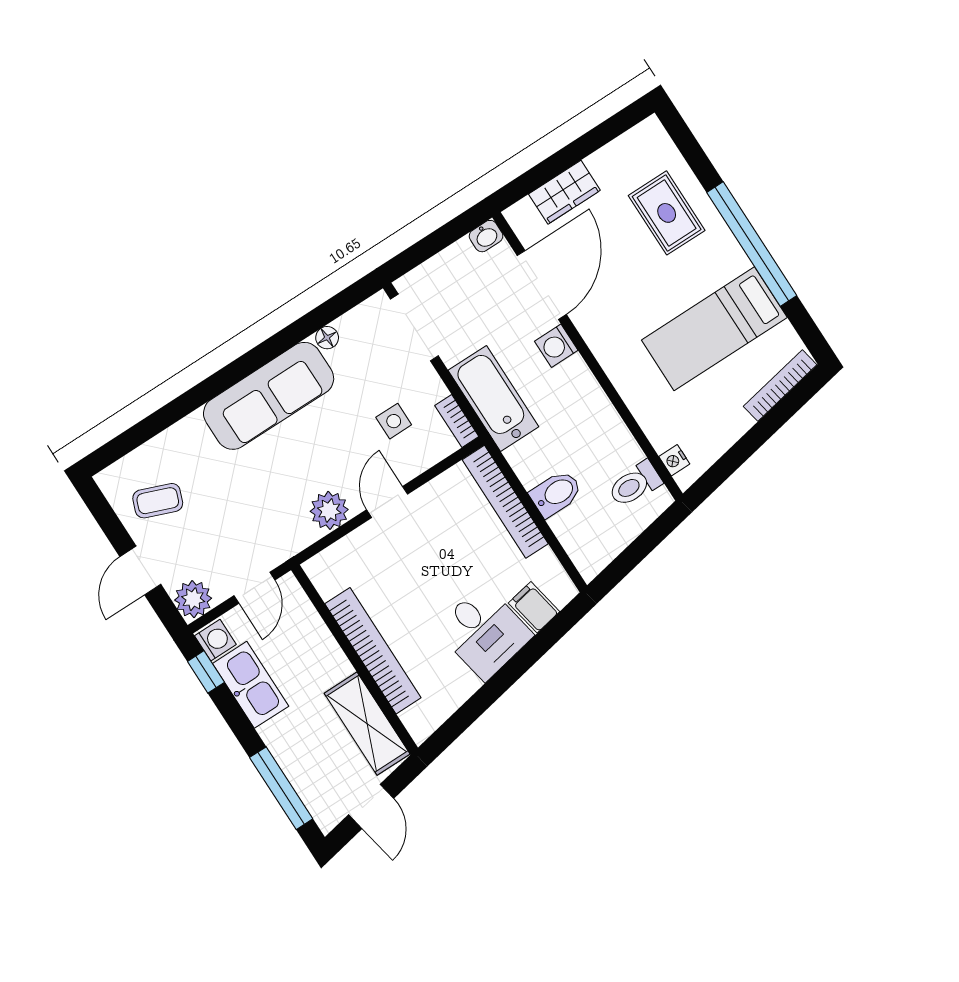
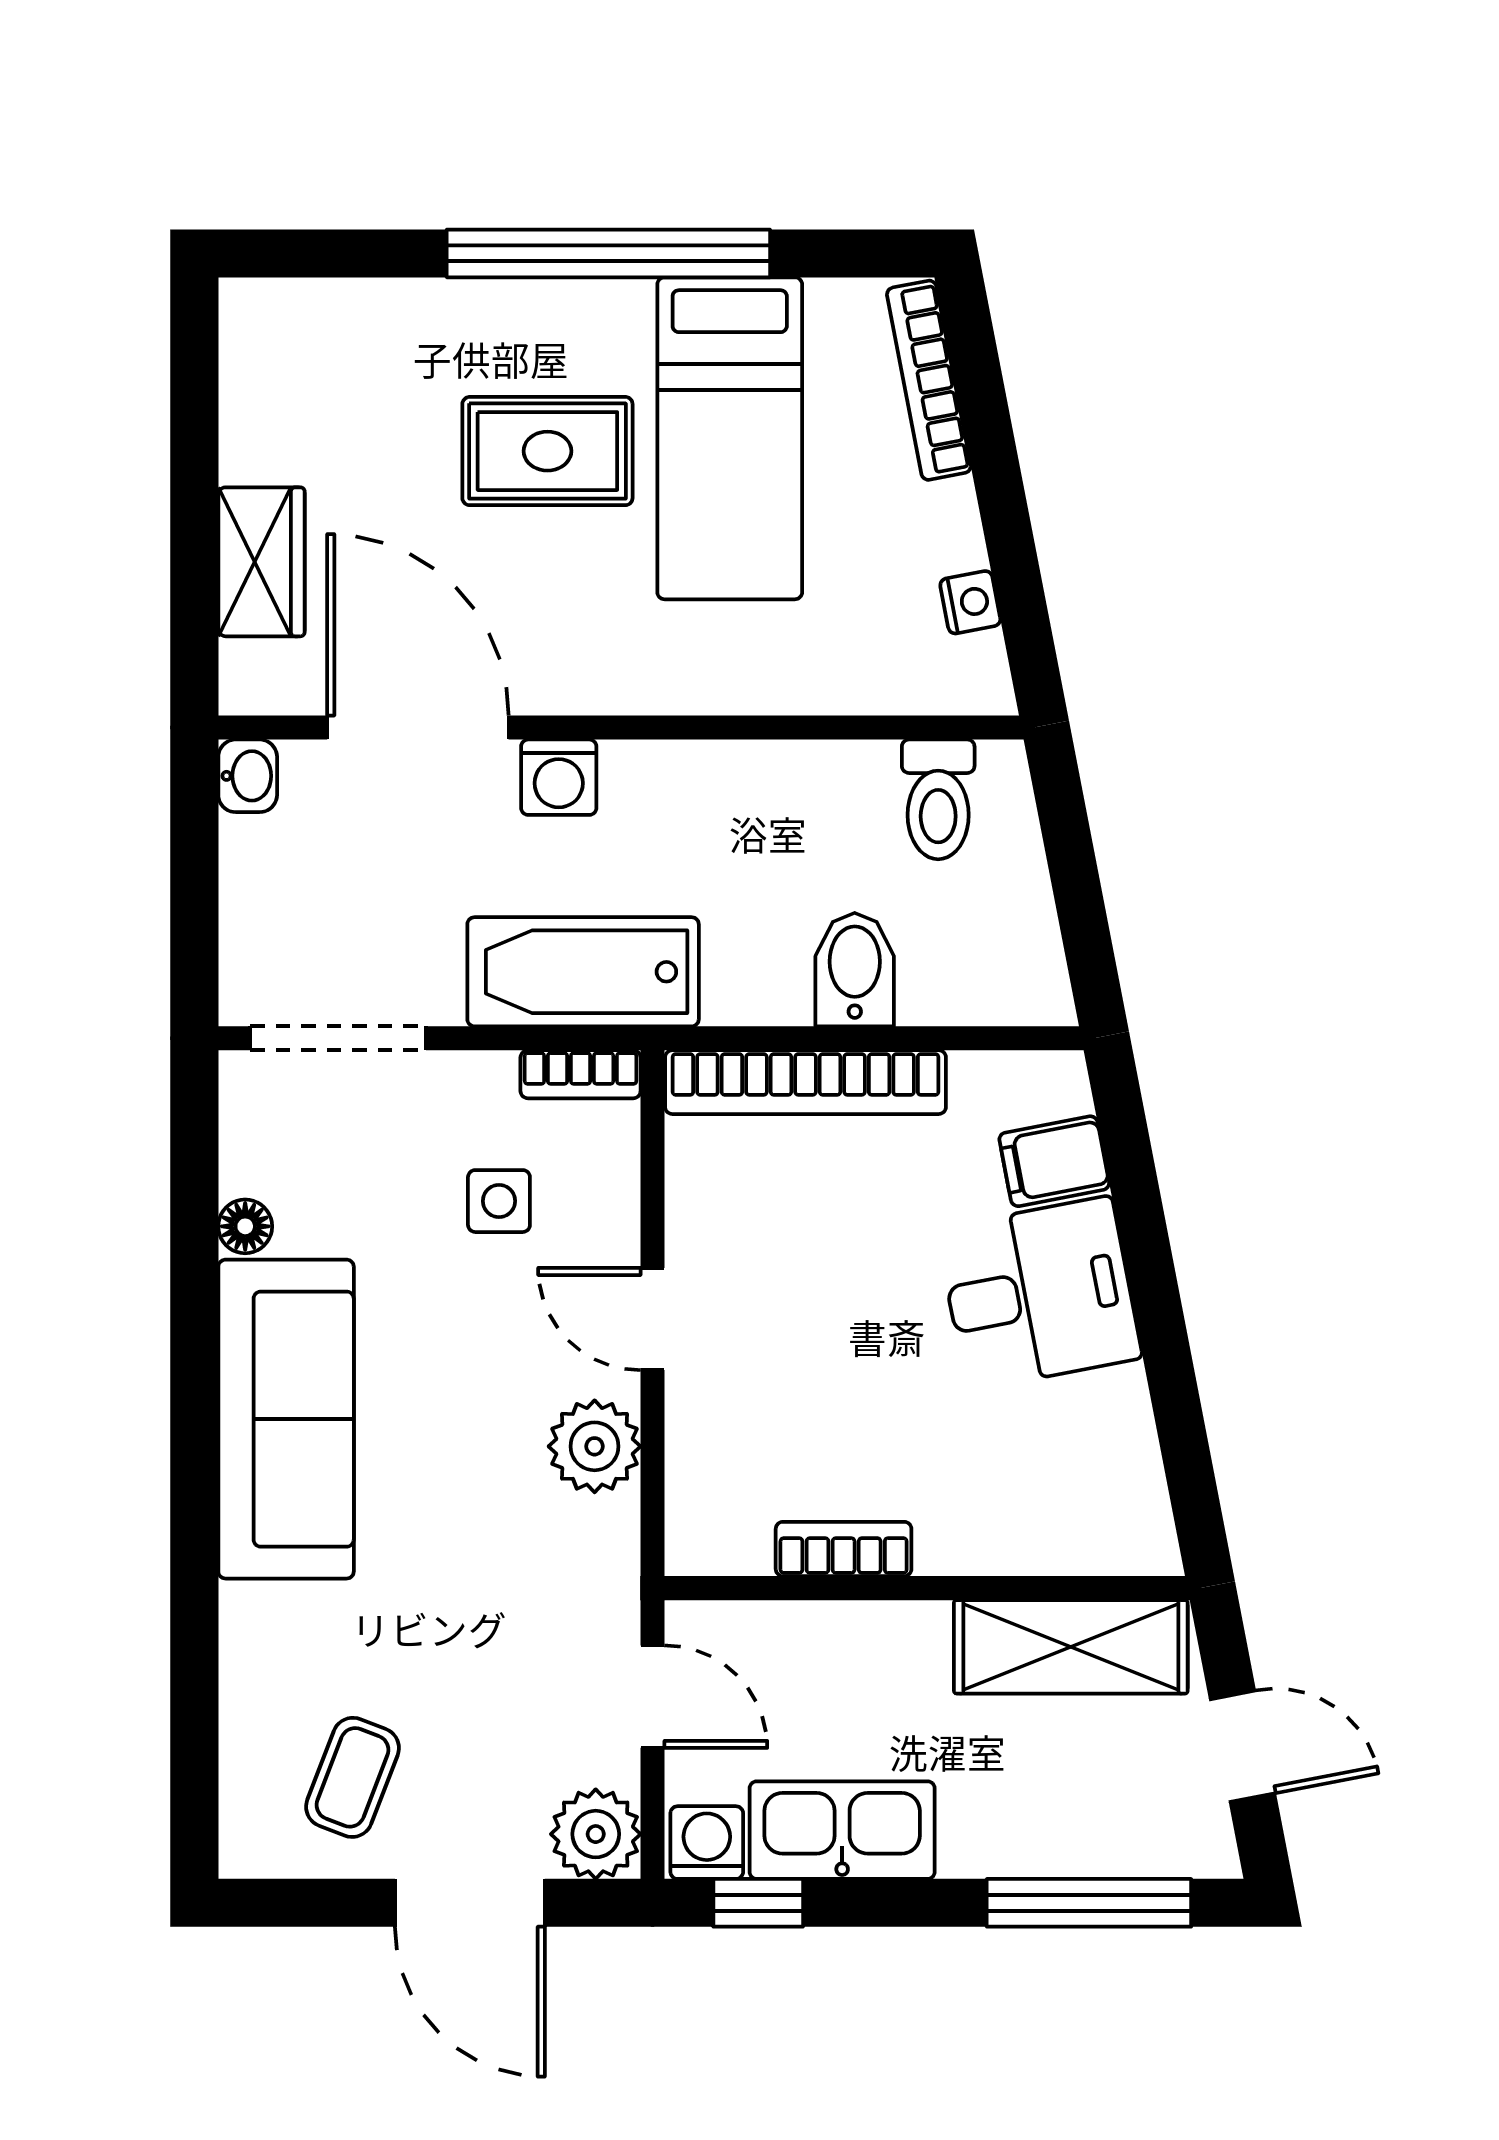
rug: (667, 213) -> (547, 451), moved
nightstand: (674, 460) -> (970, 602), moved, turned -101
door: (140, 570) -> (470, 1903), width x1.38
bookcase: (373, 651) -> (844, 1549), width x0.43, depth x0.76

